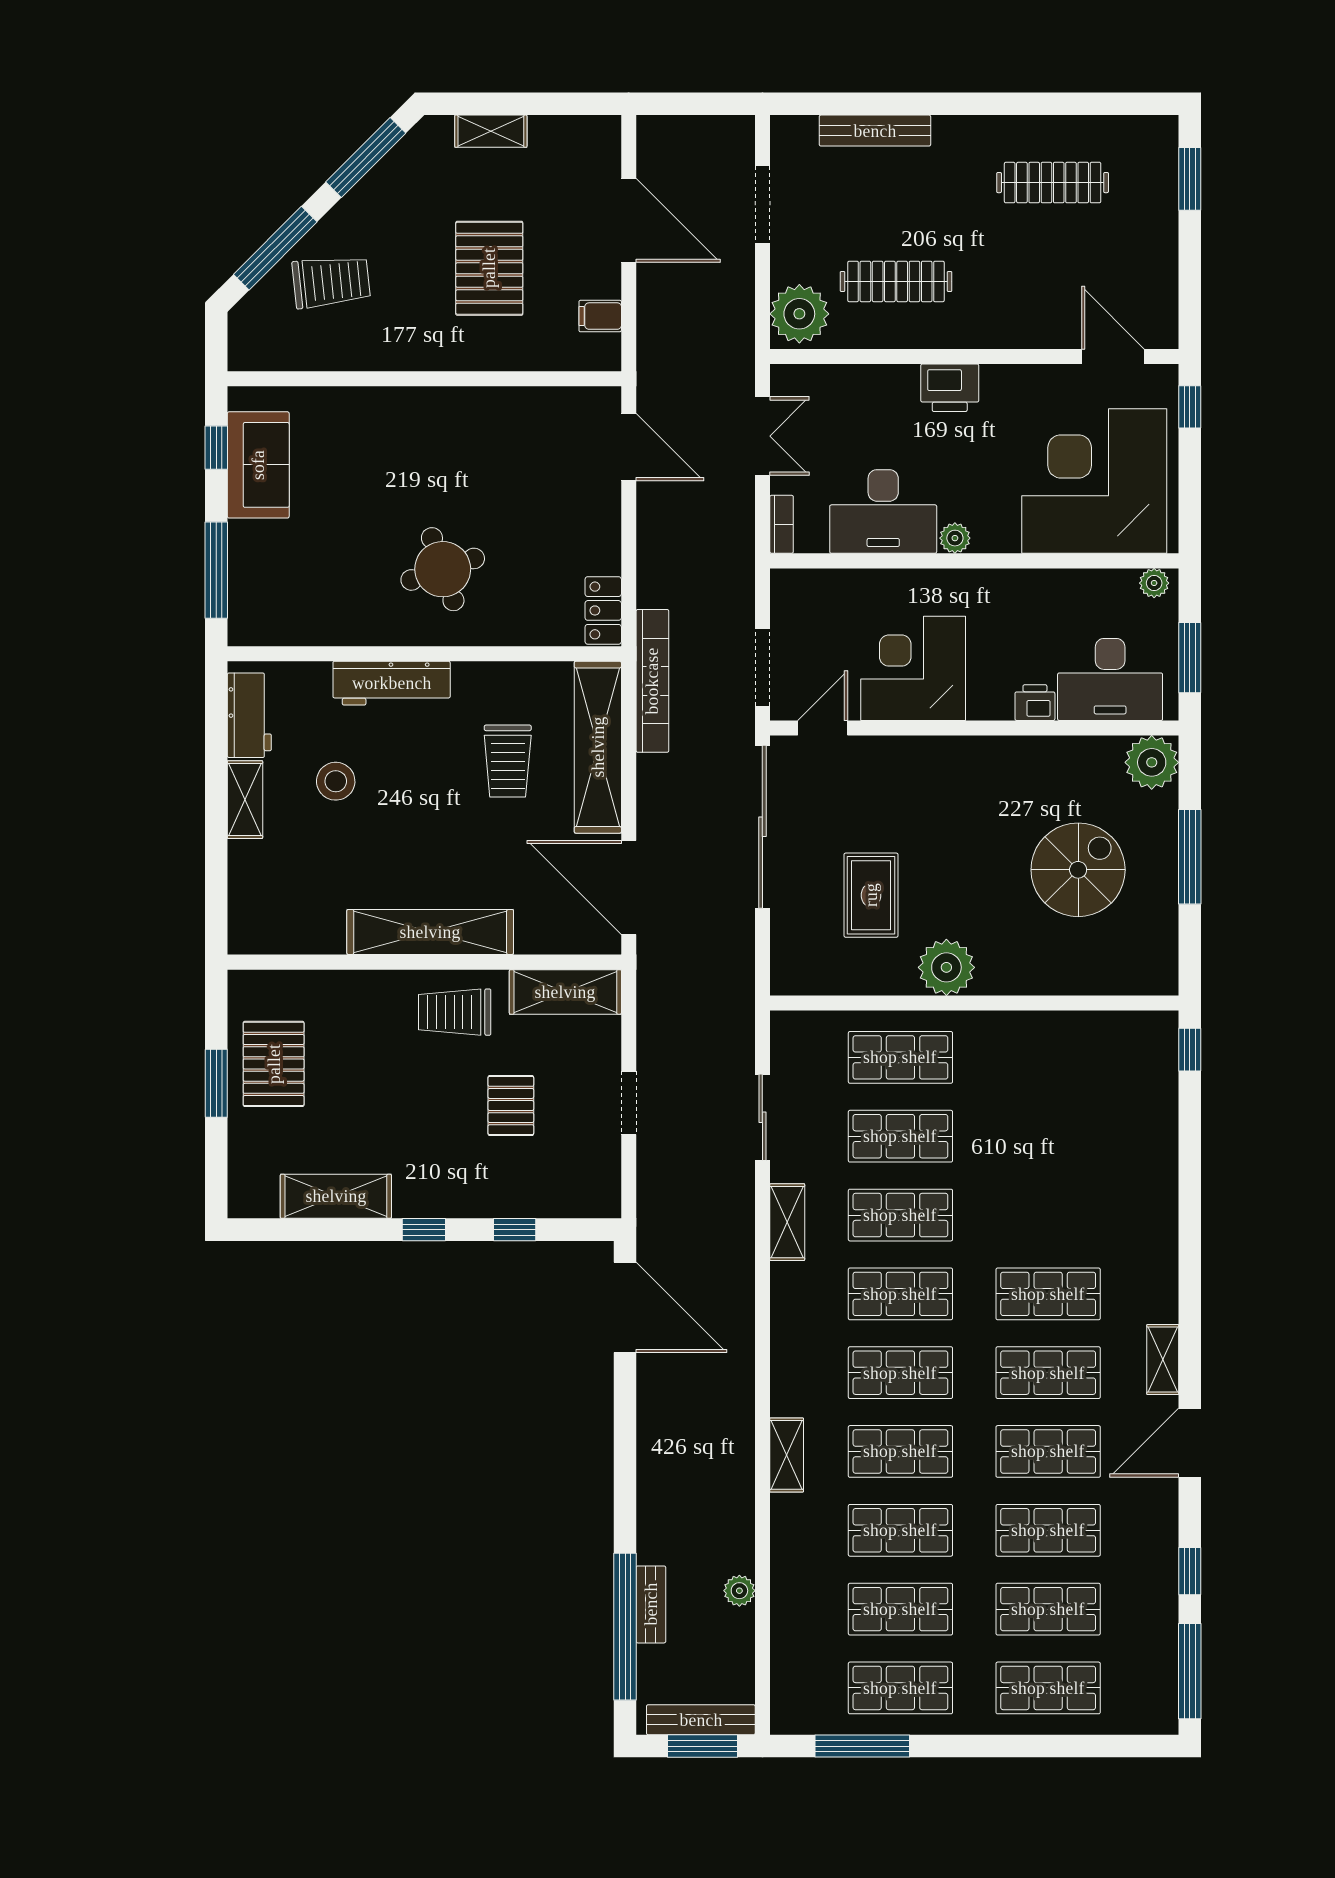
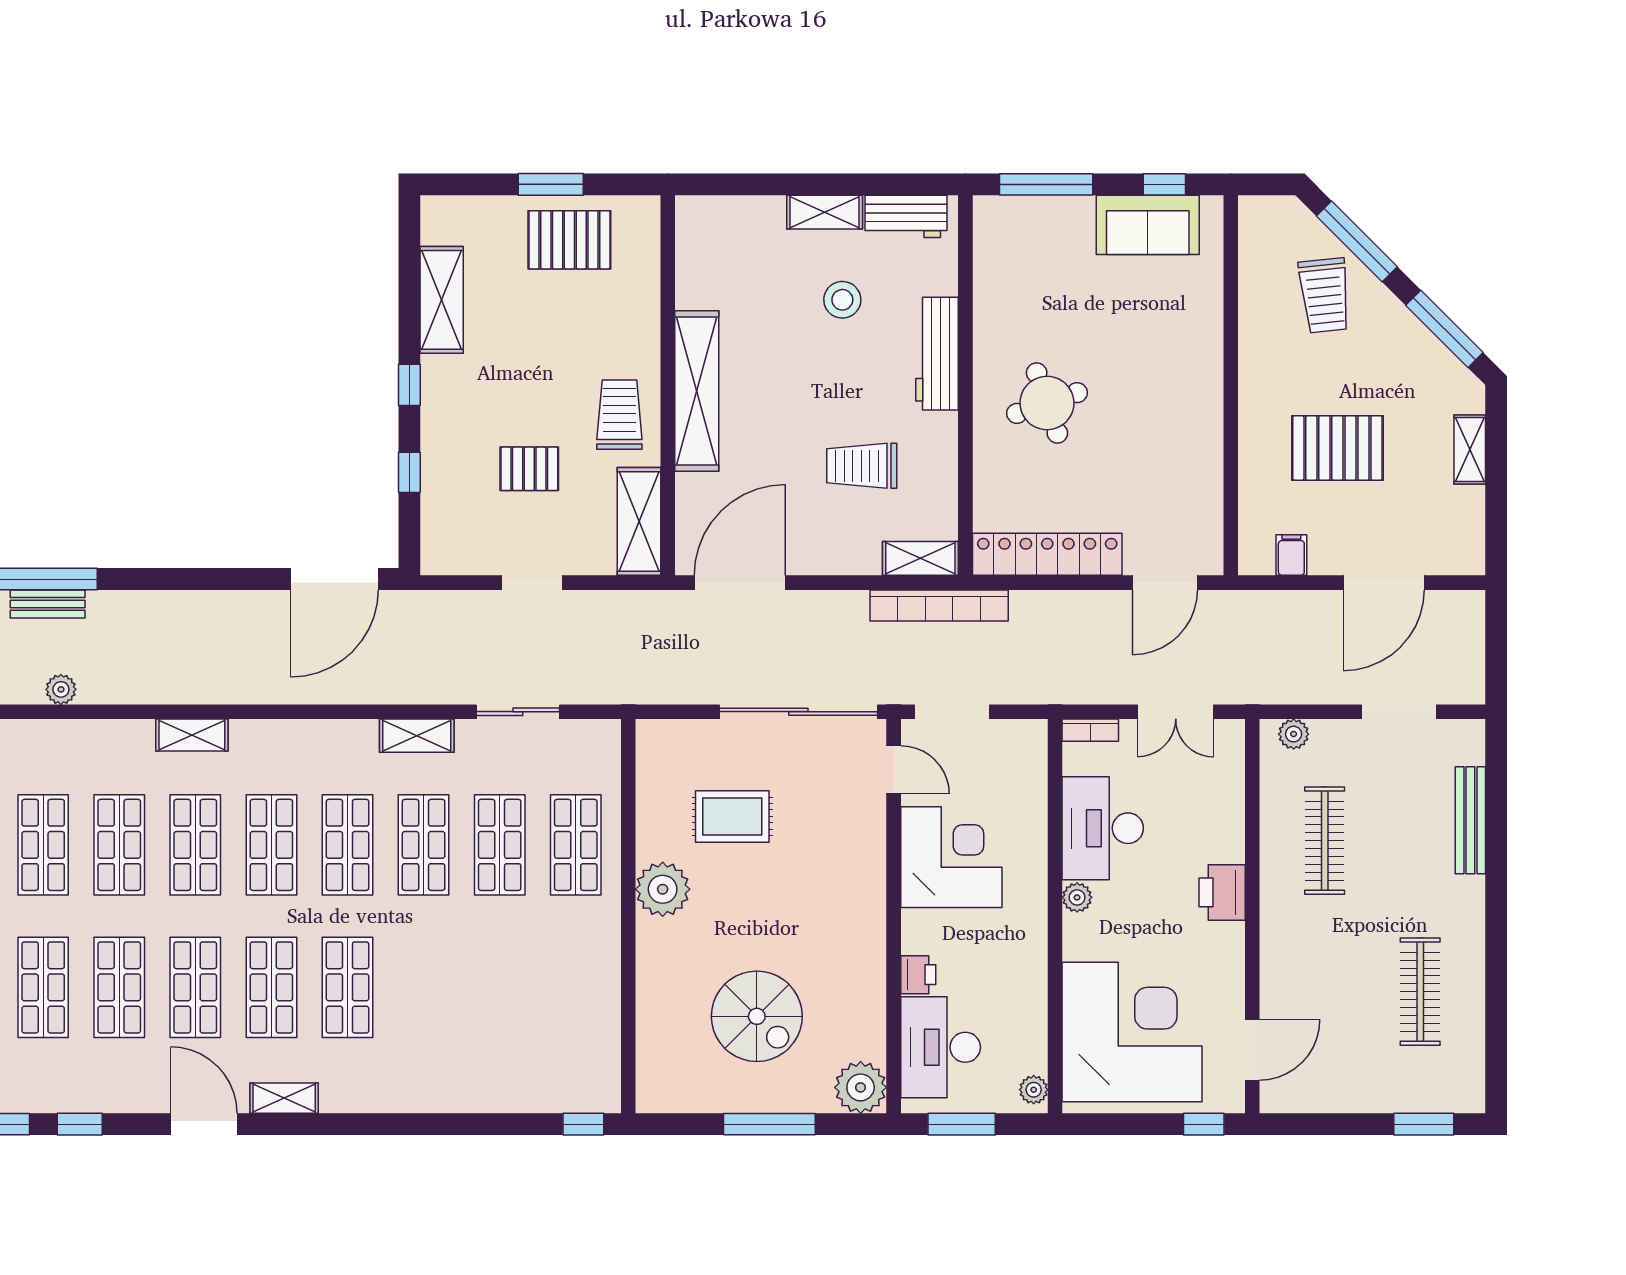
plant: (799, 314) -> (1294, 734), width x0.53, depth x0.53
locker: (603, 610) -> (1047, 554), width x2.16, depth x1.21
shelving: (598, 747) -> (920, 558), width x0.45, depth x0.75

